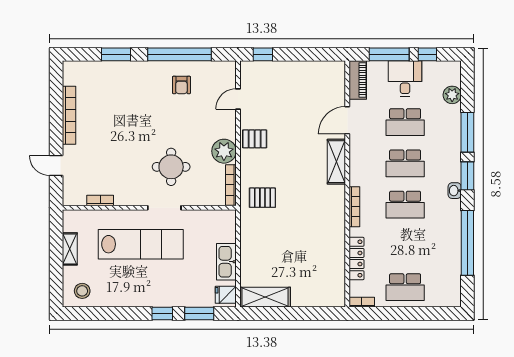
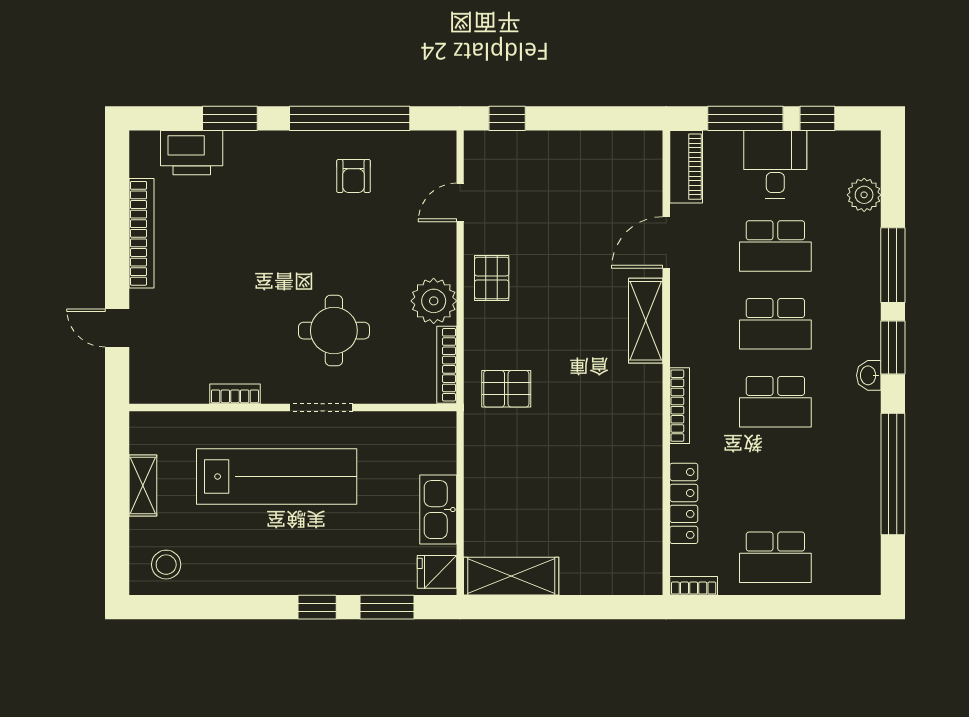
printer: (96, 73) -> (192, 153), added
pallet: (255, 139) -> (492, 278), turned 90
bookcase: (100, 200) -> (235, 394), moved

